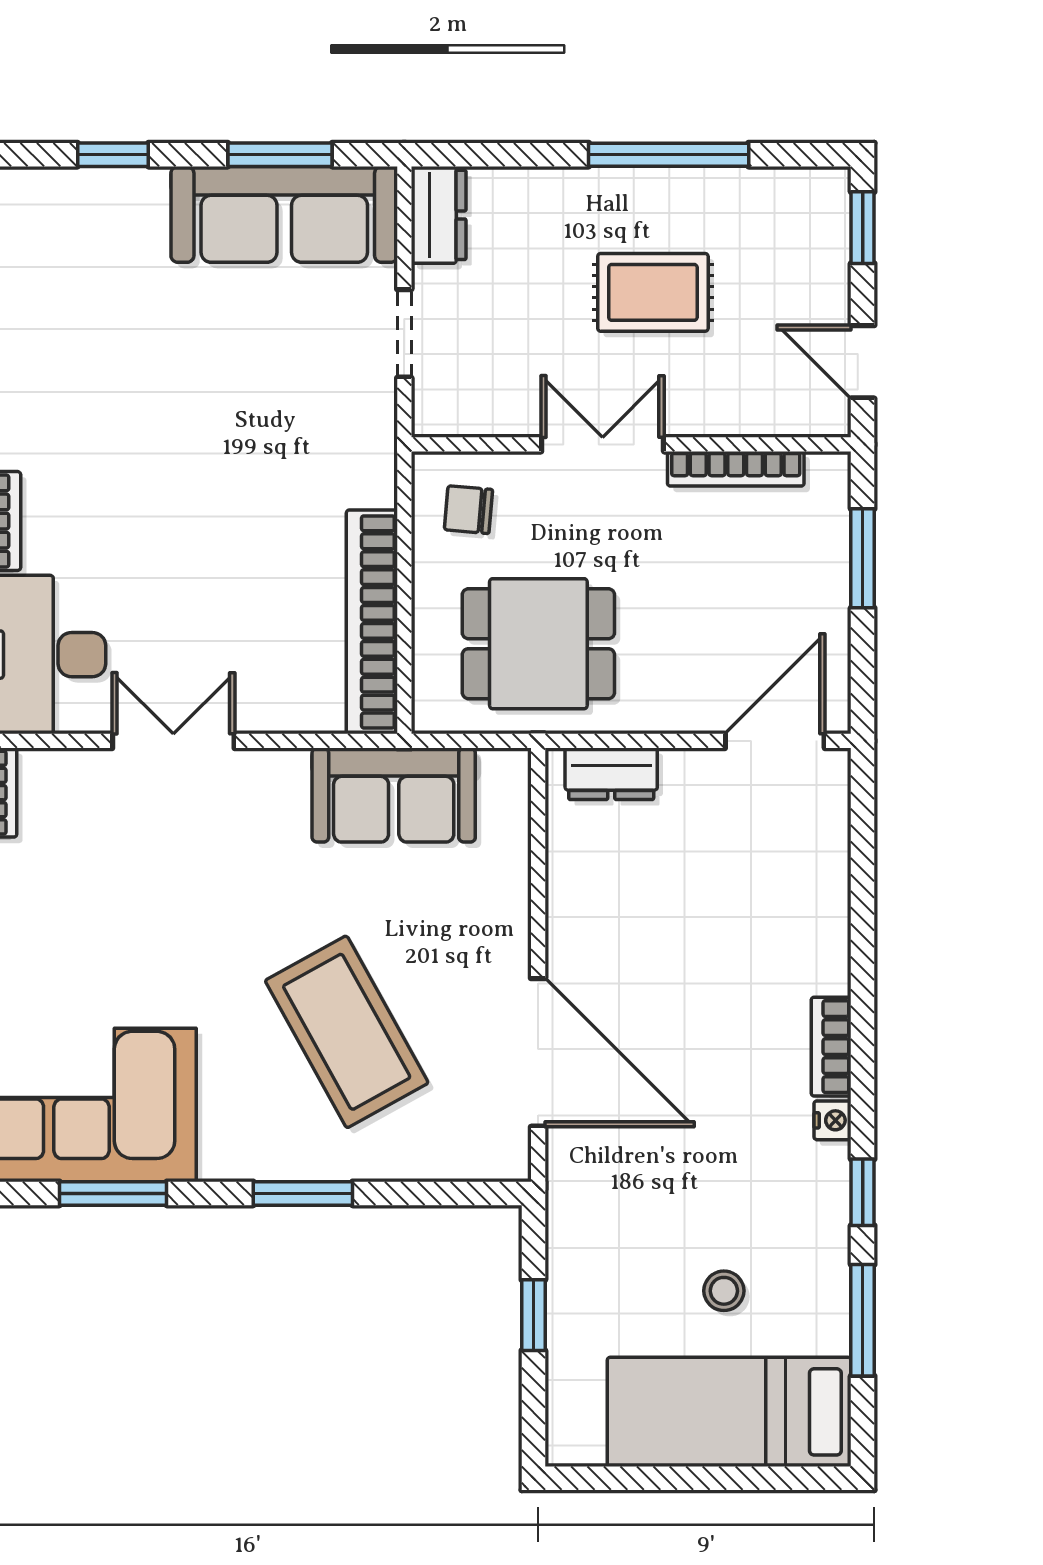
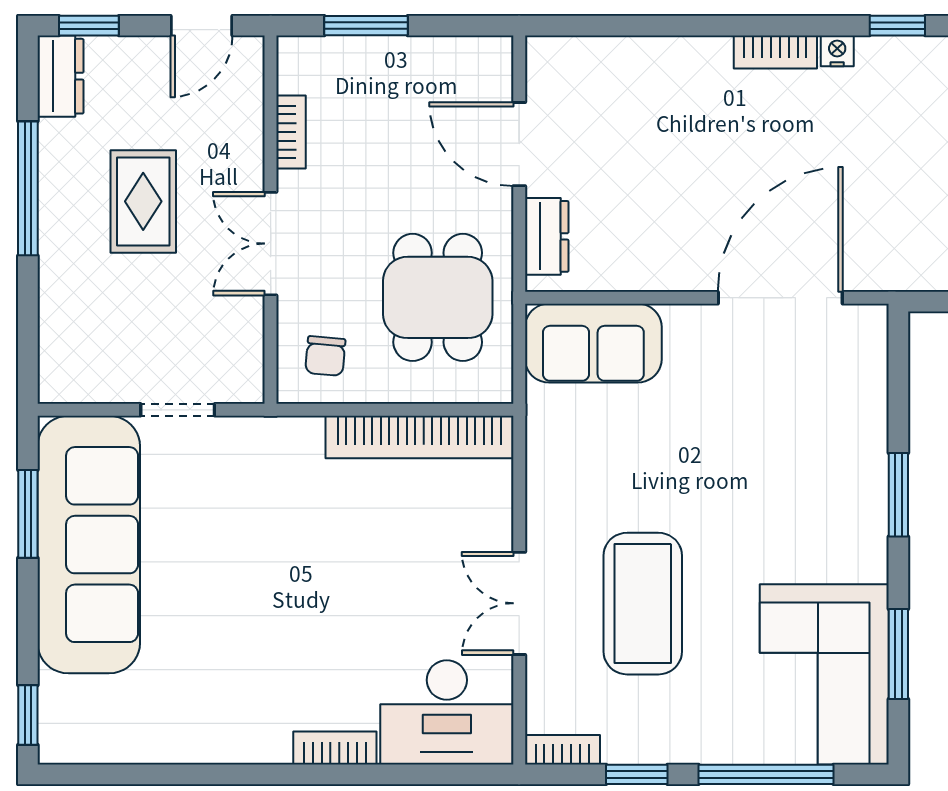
window: (113, 155) -> (28, 715), moved
sofa: (284, 214) -> (89, 545), width x1.36, depth x1.27
dresser: (439, 215) -> (60, 76), moved, turned 90
bookcase: (736, 469) -> (291, 132), width x0.64
door: (775, 741) -> (519, 144), moved
sofa: (394, 795) -> (593, 343), moved, turned 90
coffee table: (347, 1032) -> (643, 604), moved, turned -61

